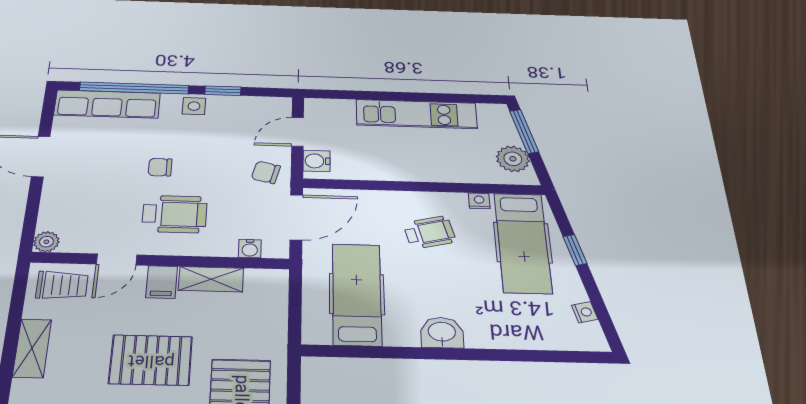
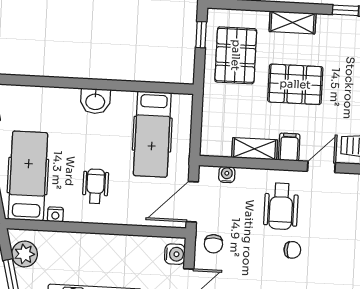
chair: (266, 172) -> (213, 244), turned 76
wheelchair: (175, 214) -> (281, 206), turned -90
wheelchair: (430, 232) -> (95, 186), turned 104

